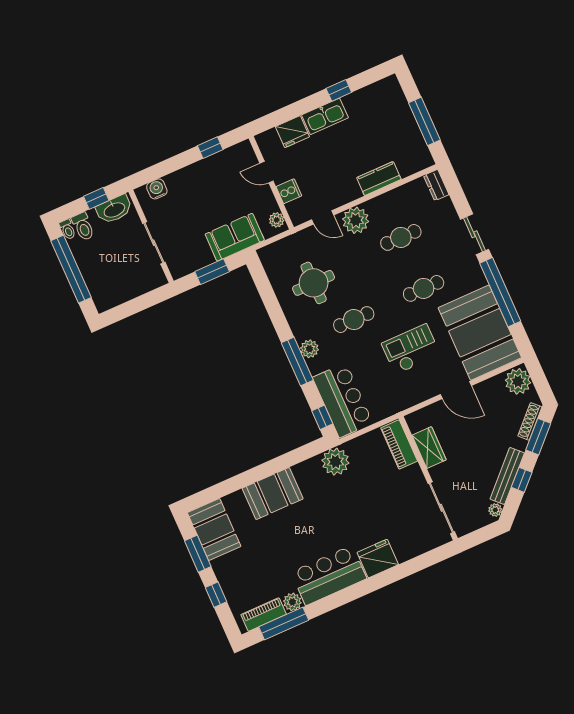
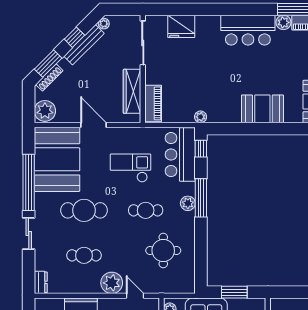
cafe table: (424, 288) -> (84, 210), width x1.37, depth x1.35
checkout: (411, 349) -> (130, 168), moved, turned 180
wardrobe: (429, 448) -> (132, 91), width x1.50
plant: (335, 462) -> (201, 117), width x0.53, depth x0.53
fridge: (378, 559) -> (181, 26), moved

